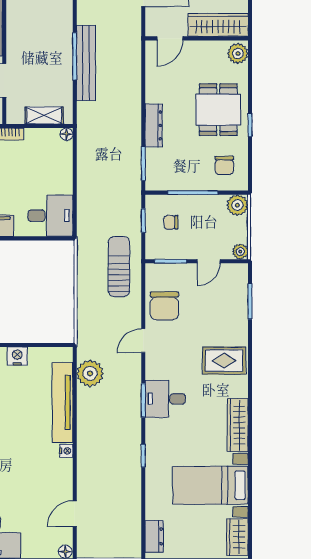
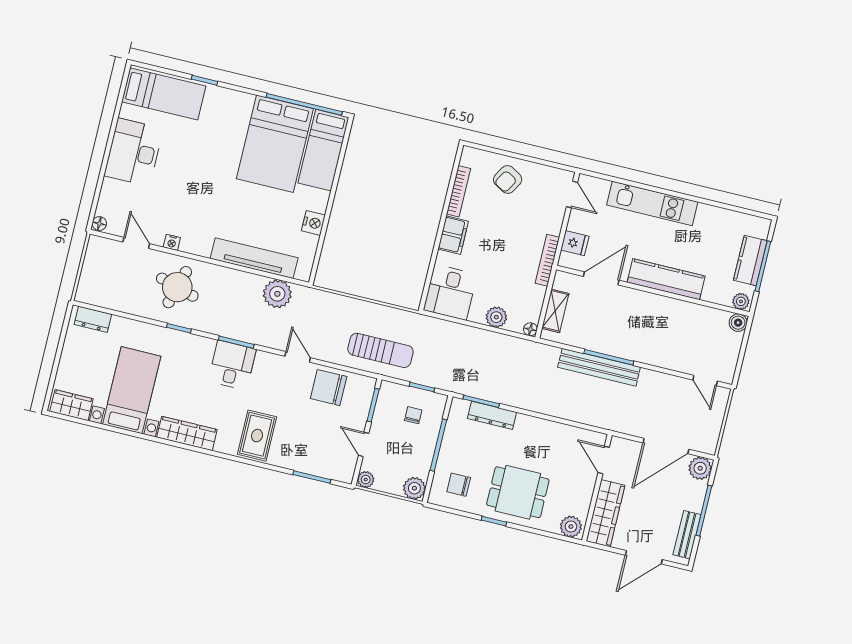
dresser: (154, 125) -> (492, 415), moved
plant: (63, 168) -> (496, 317), added
nightstand: (66, 451) -> (172, 242), moved
round table: (106, 466) -> (177, 287), added

